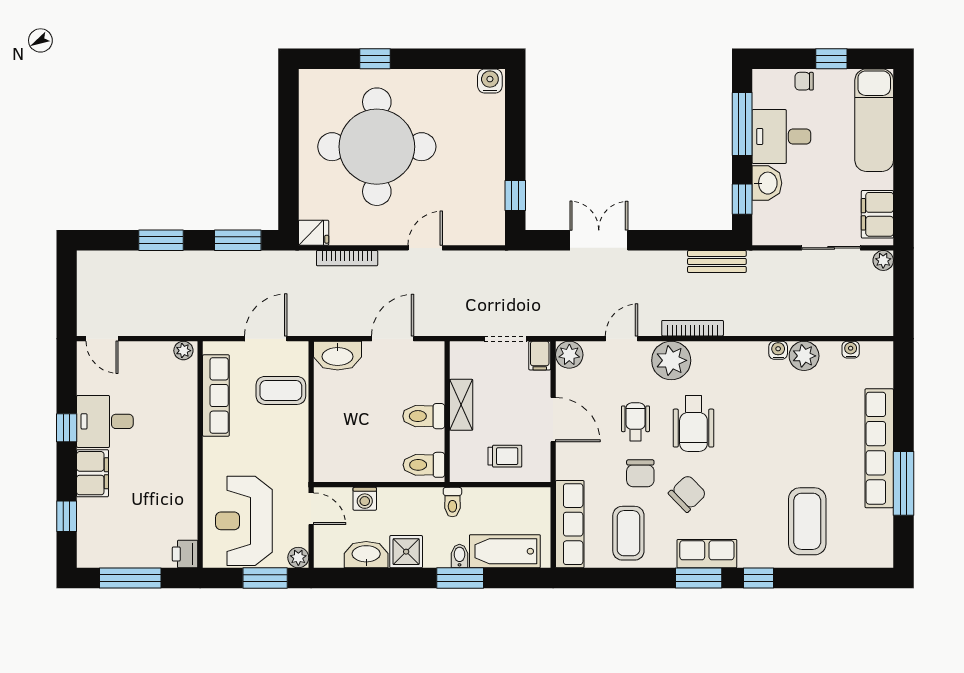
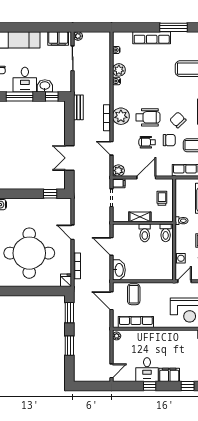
plant: (671, 360) -> (121, 116), moved
row of seats: (879, 448) -> (152, 38), width x0.73

